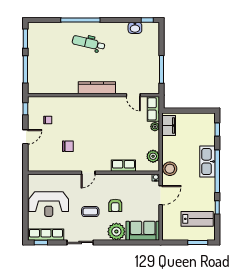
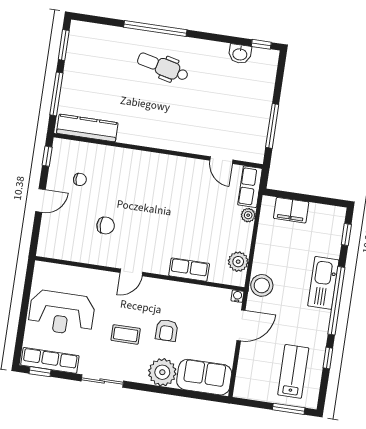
kitchen counter: (97, 88) -> (87, 128), moved
filing cabinet: (169, 126) -> (291, 210), moved, turned 90
lab bench: (197, 219) -> (293, 371), turned -90

